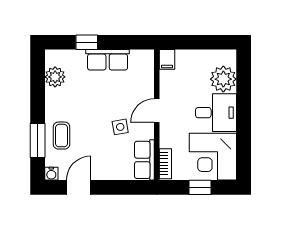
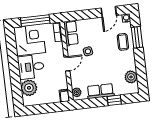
plant: (147, 62) -> (77, 92), added
window: (200, 187) -> (35, 21), width x2.17

